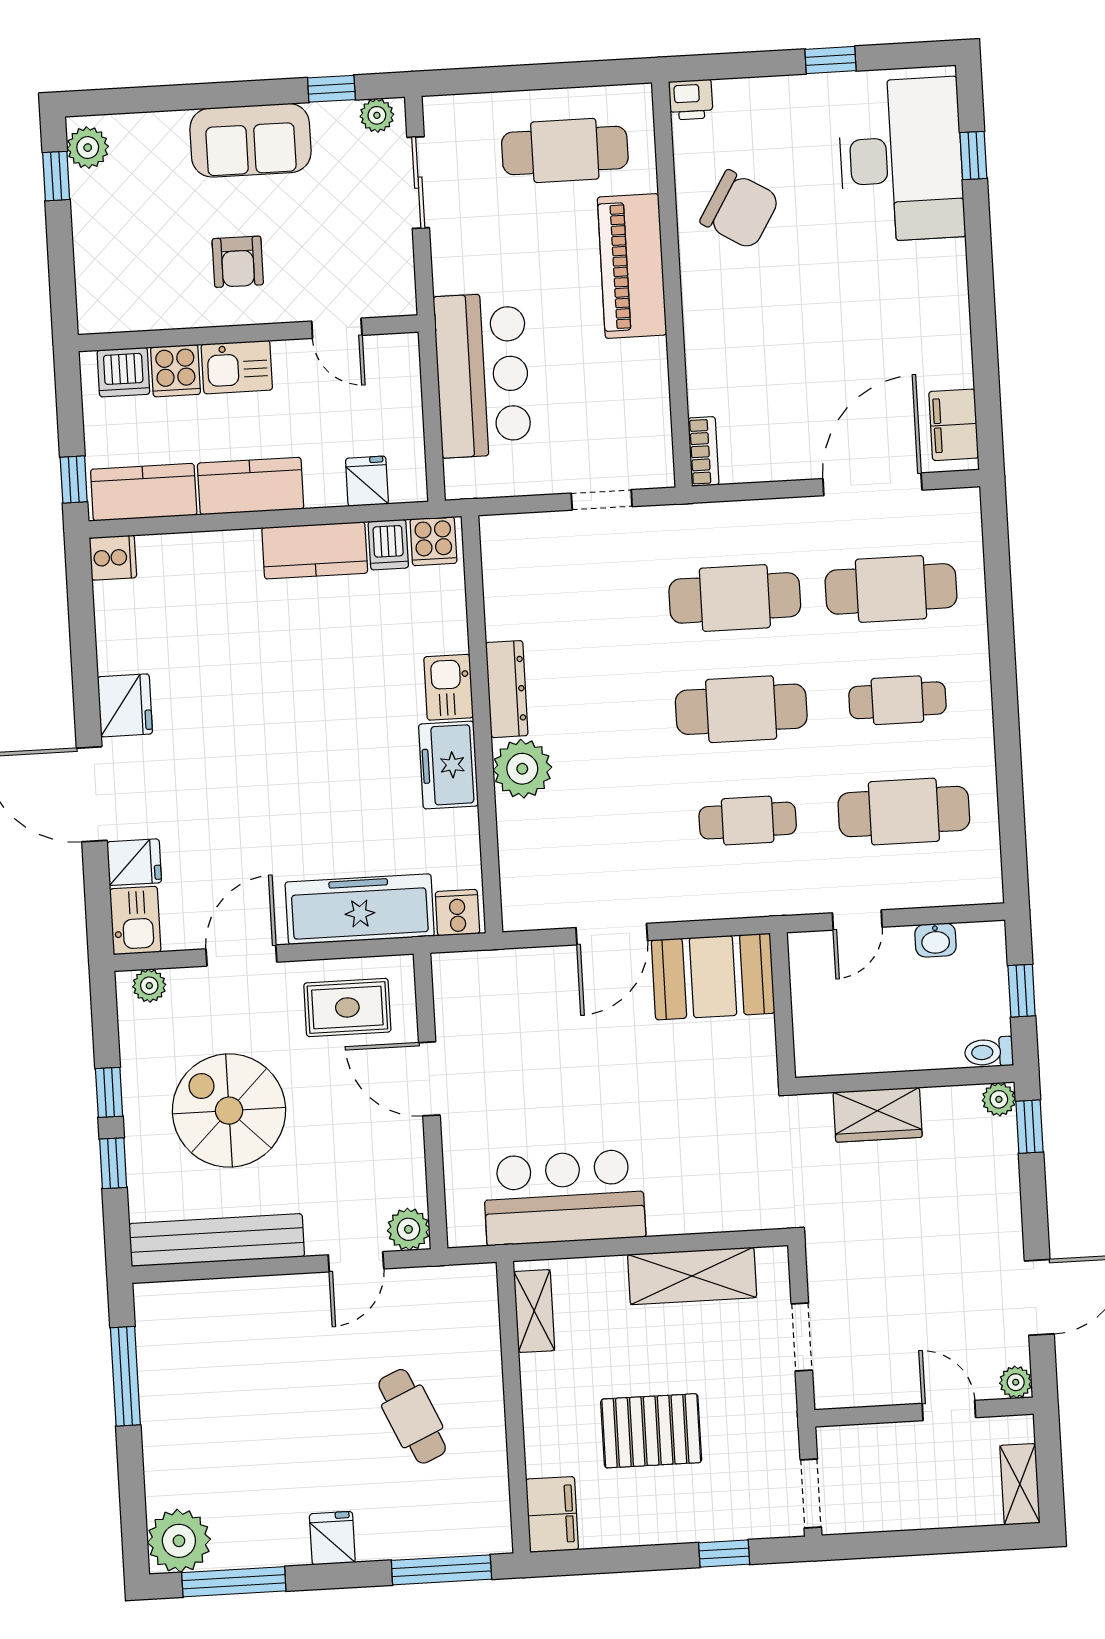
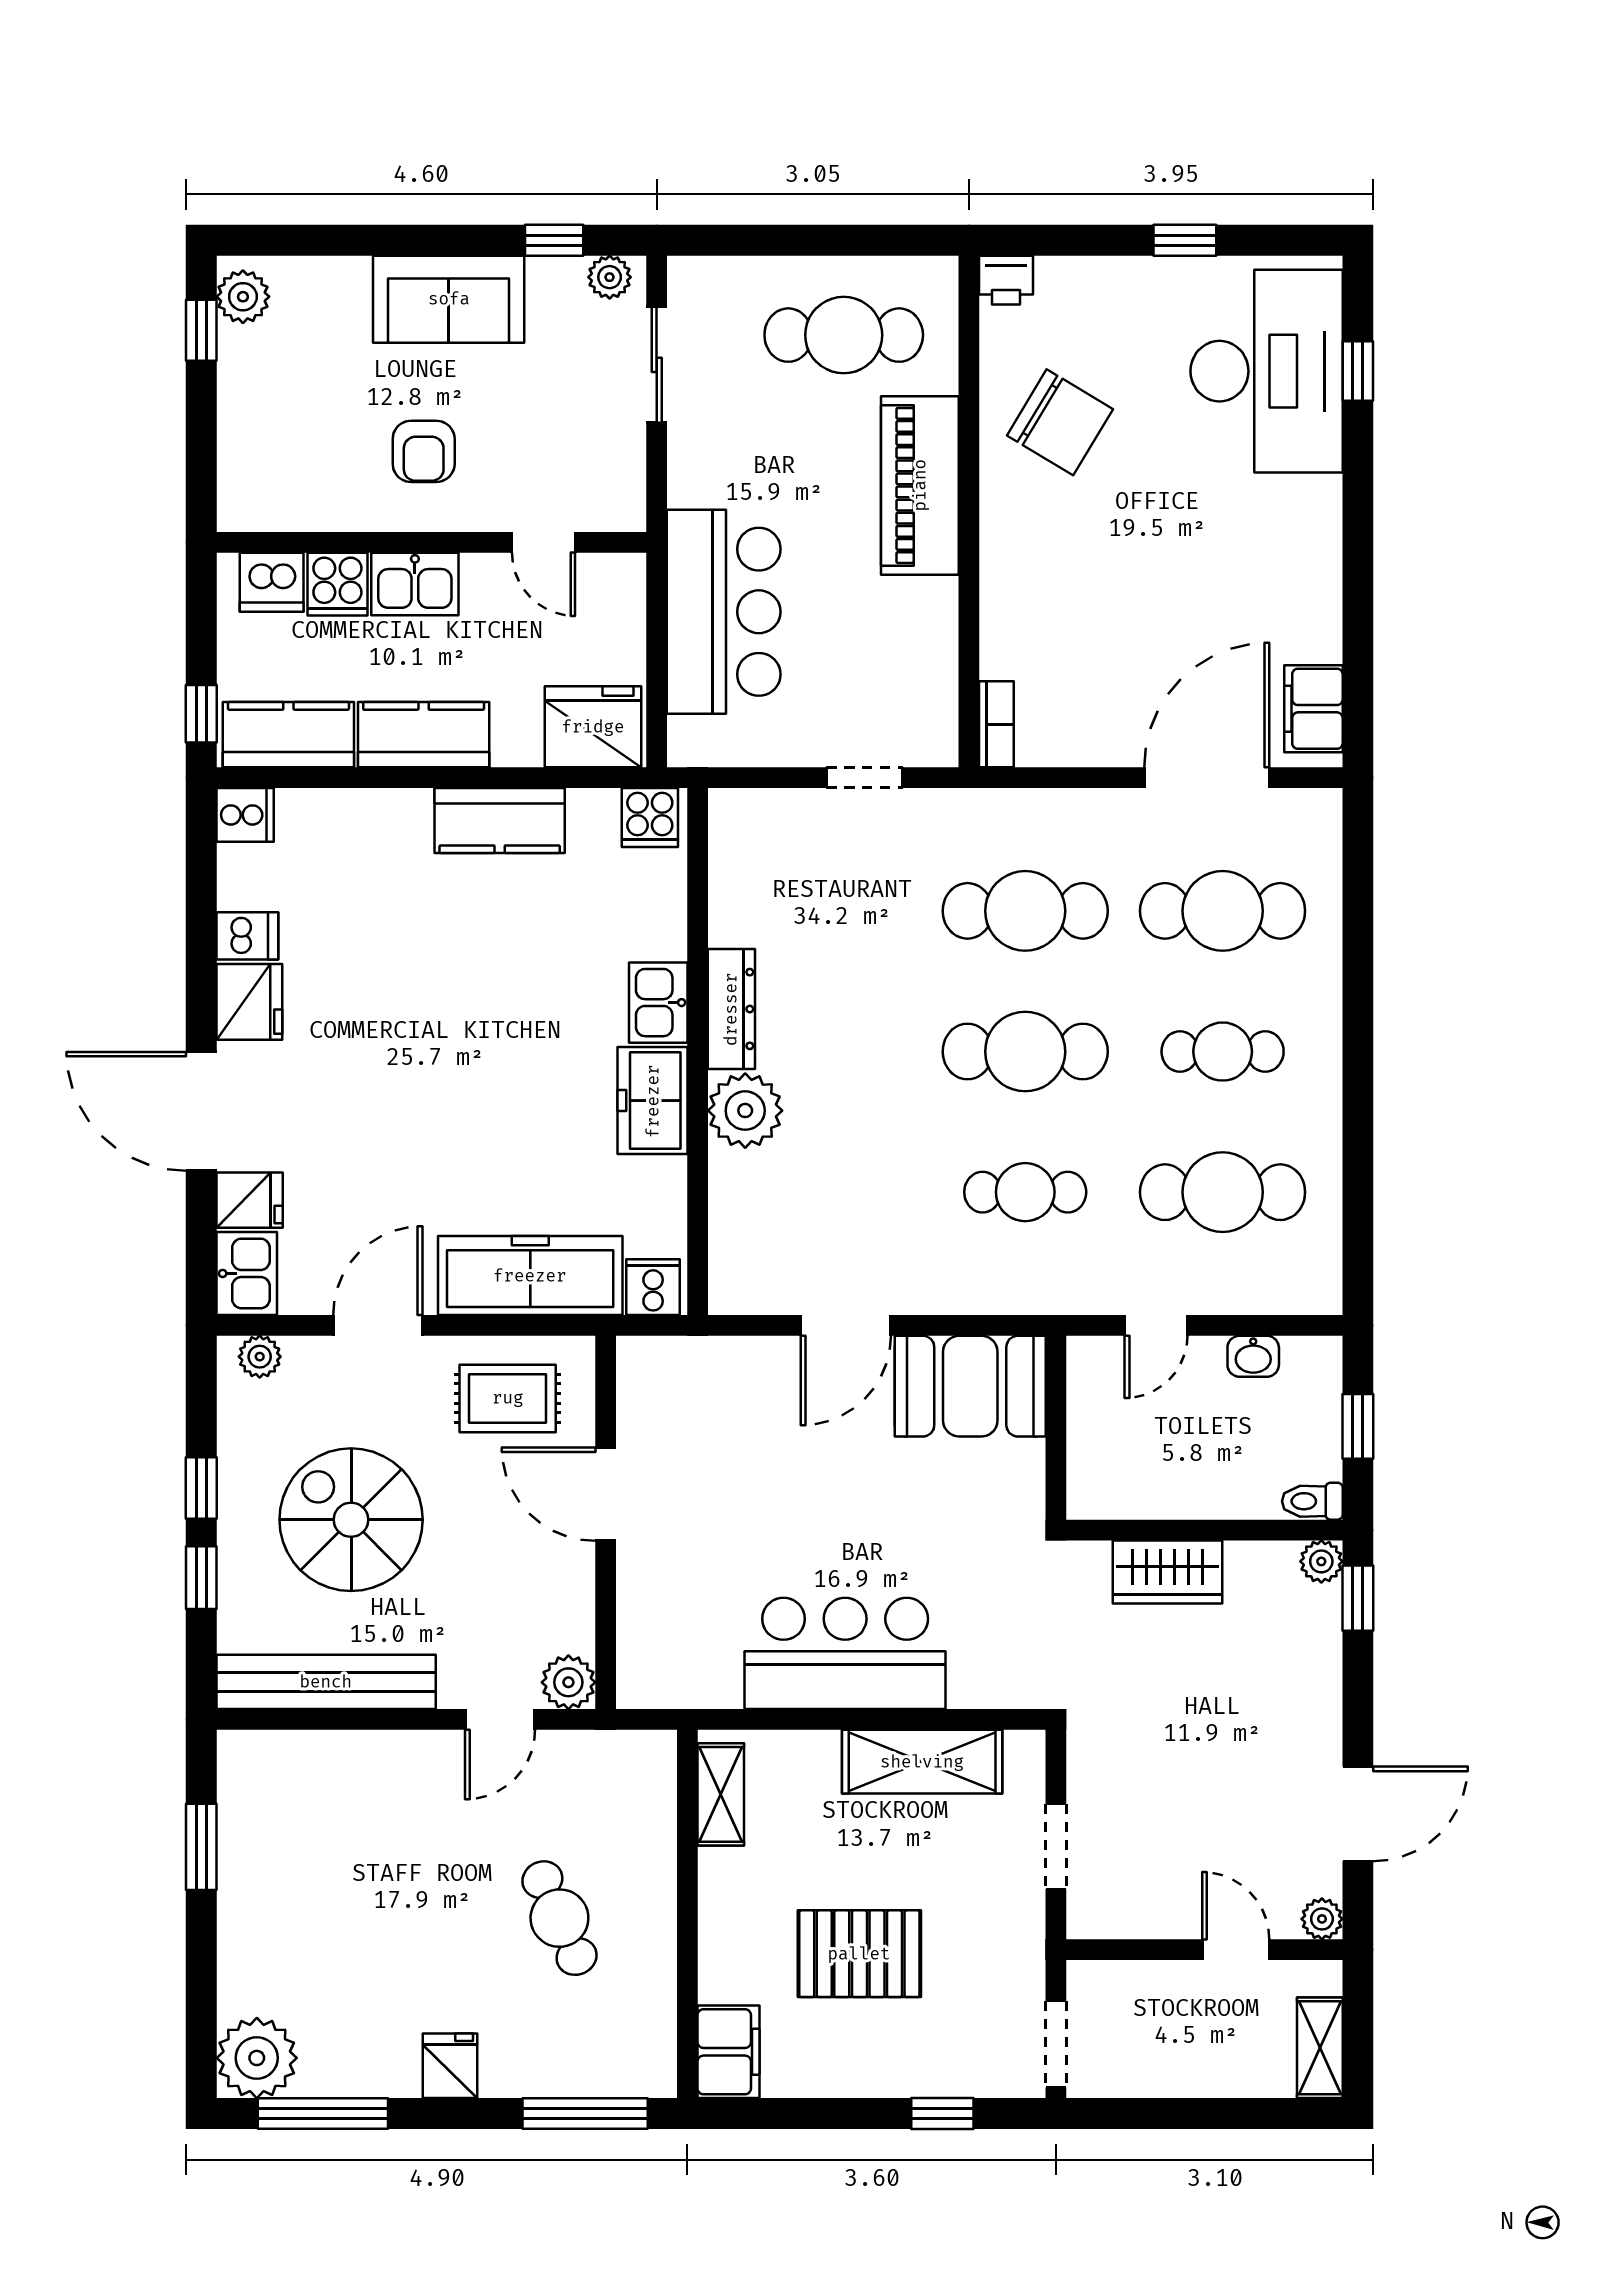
fridge: (367, 481) -> (593, 727), width x1.88, depth x1.34
dishwasher: (388, 545) -> (247, 936), moved, turned -90
bar counter: (564, 1197) -> (845, 1653), moved
window: (125, 1376) -> (201, 1847), width x0.69

